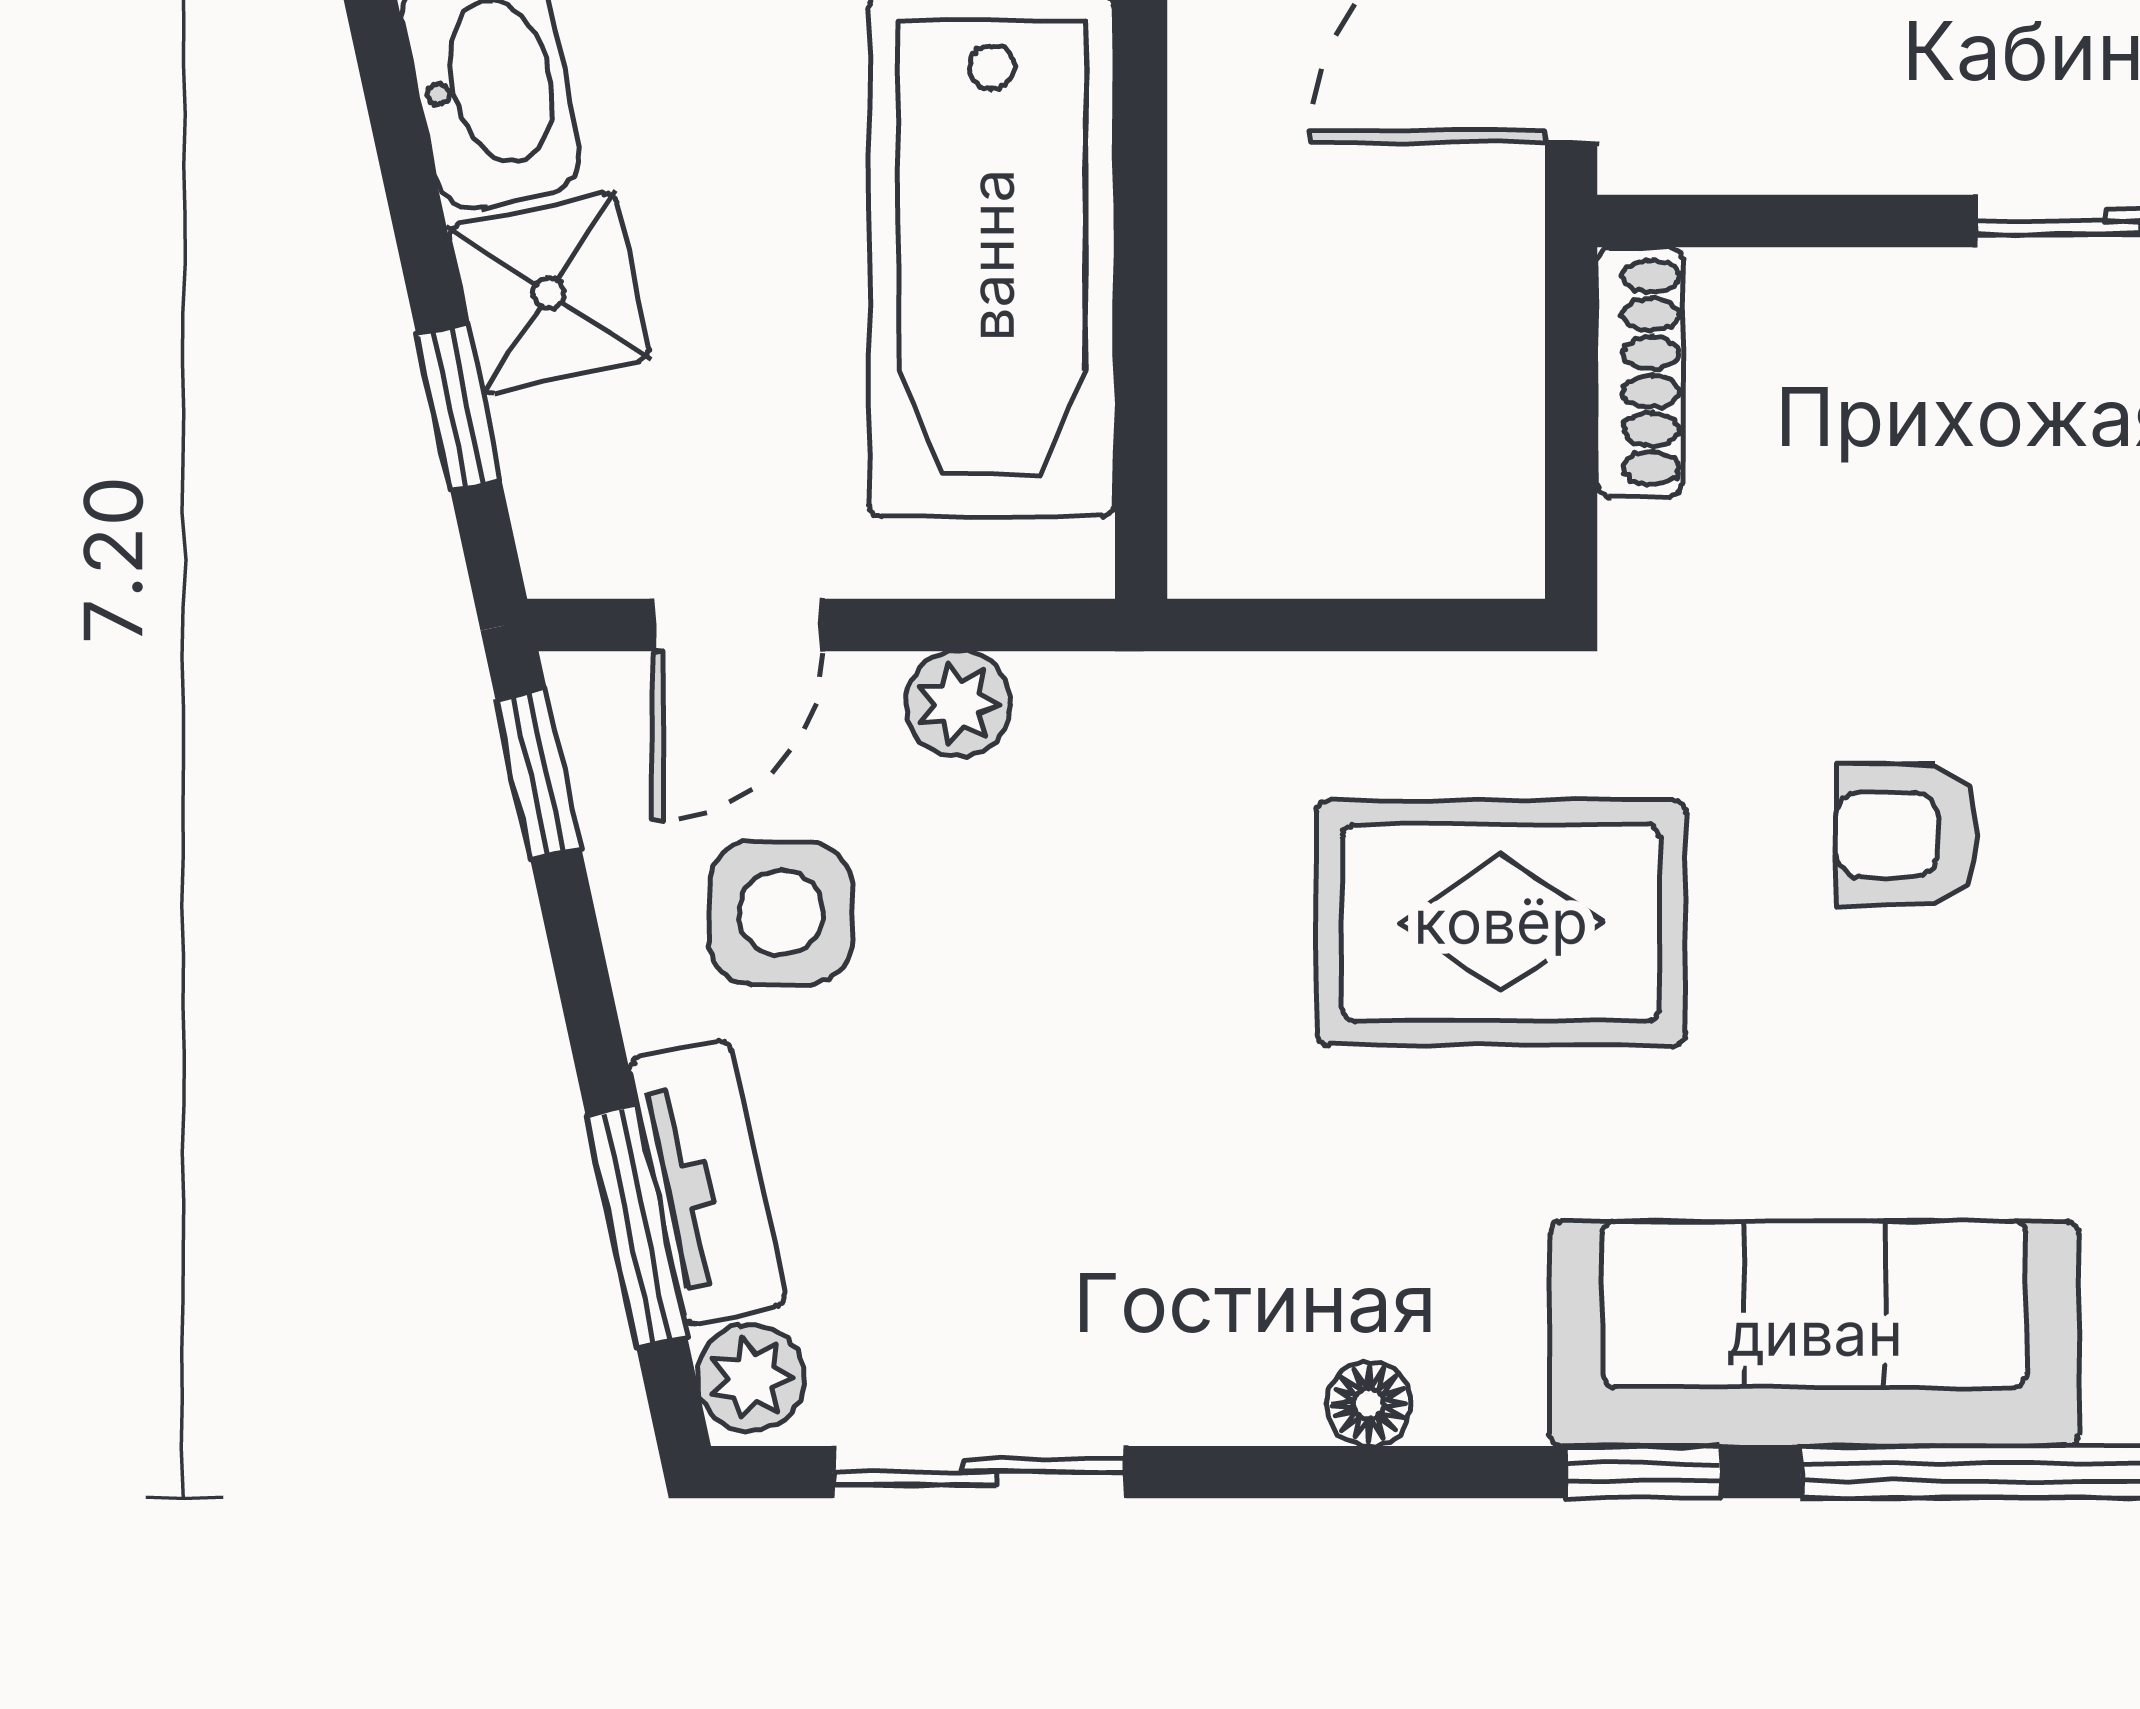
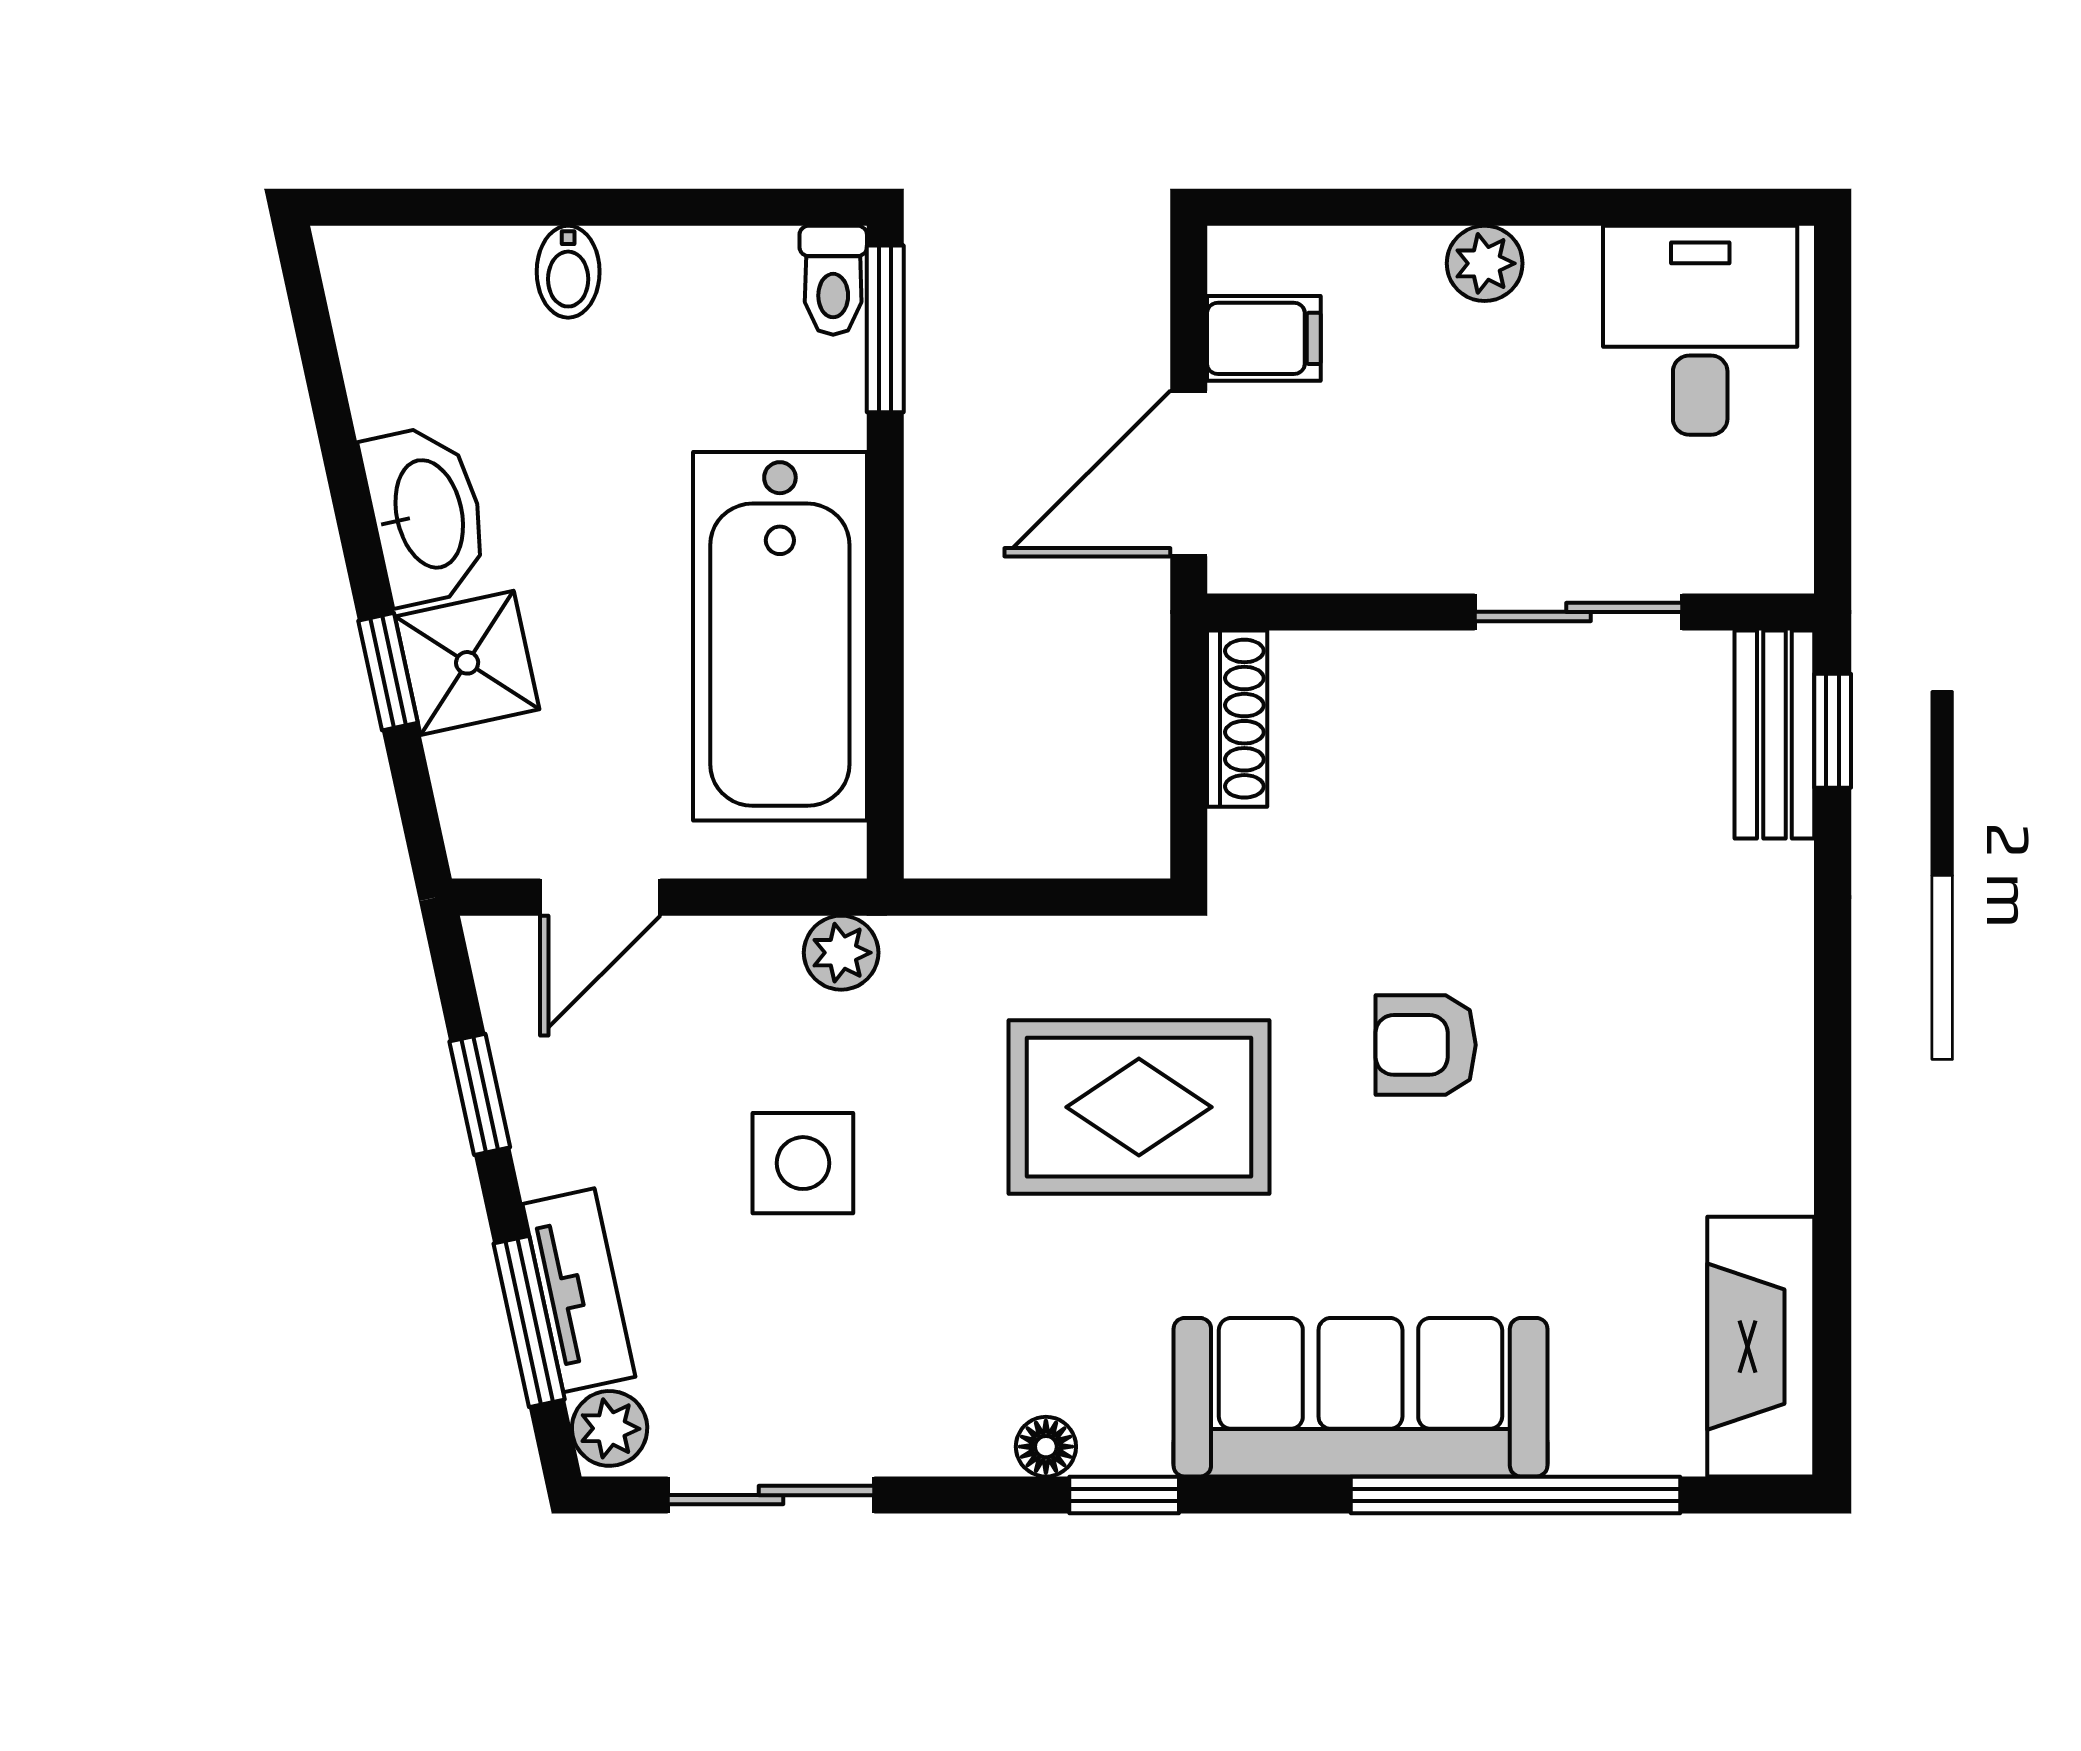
window: (459, 408) -> (388, 672), moved
plant: (958, 704) -> (841, 953), moved
window: (538, 774) -> (480, 1094), moved
side table: (781, 913) -> (803, 1163), moved
window: (1644, 1472) -> (1124, 1495), moved

